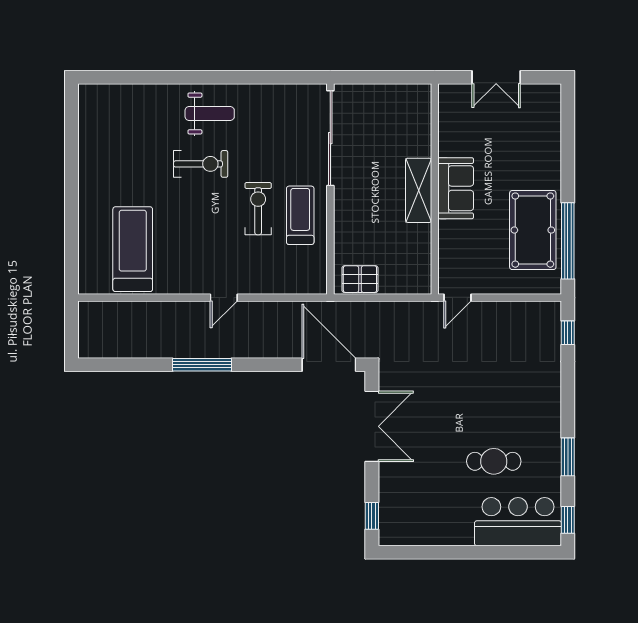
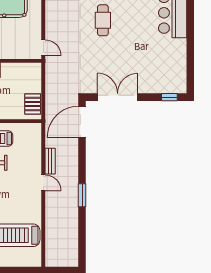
bench: (261, 309) -> (50, 161), added
window: (202, 365) -> (82, 195), width x0.69
cafe table: (494, 461) -> (103, 20), moved

